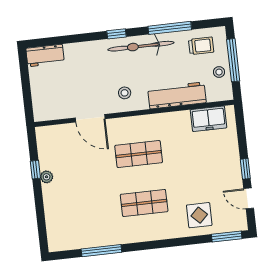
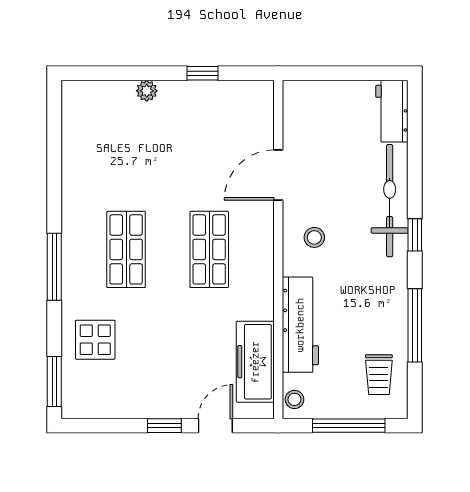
bicycle: (141, 46) -> (390, 201), moved
stool: (219, 72) -> (294, 399), moved
freezer: (208, 119) -> (255, 362), width x1.40
plant: (47, 177) -> (147, 91), moved
door: (249, 198) -> (215, 426), moved
window: (101, 251) -> (54, 267), moved

